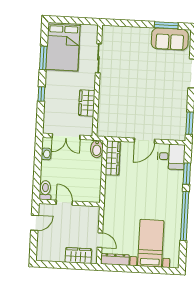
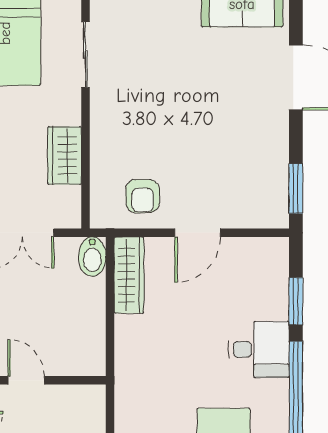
armchair: (121, 123) -> (143, 196), added
desk: (171, 157) -> (259, 349), moved

